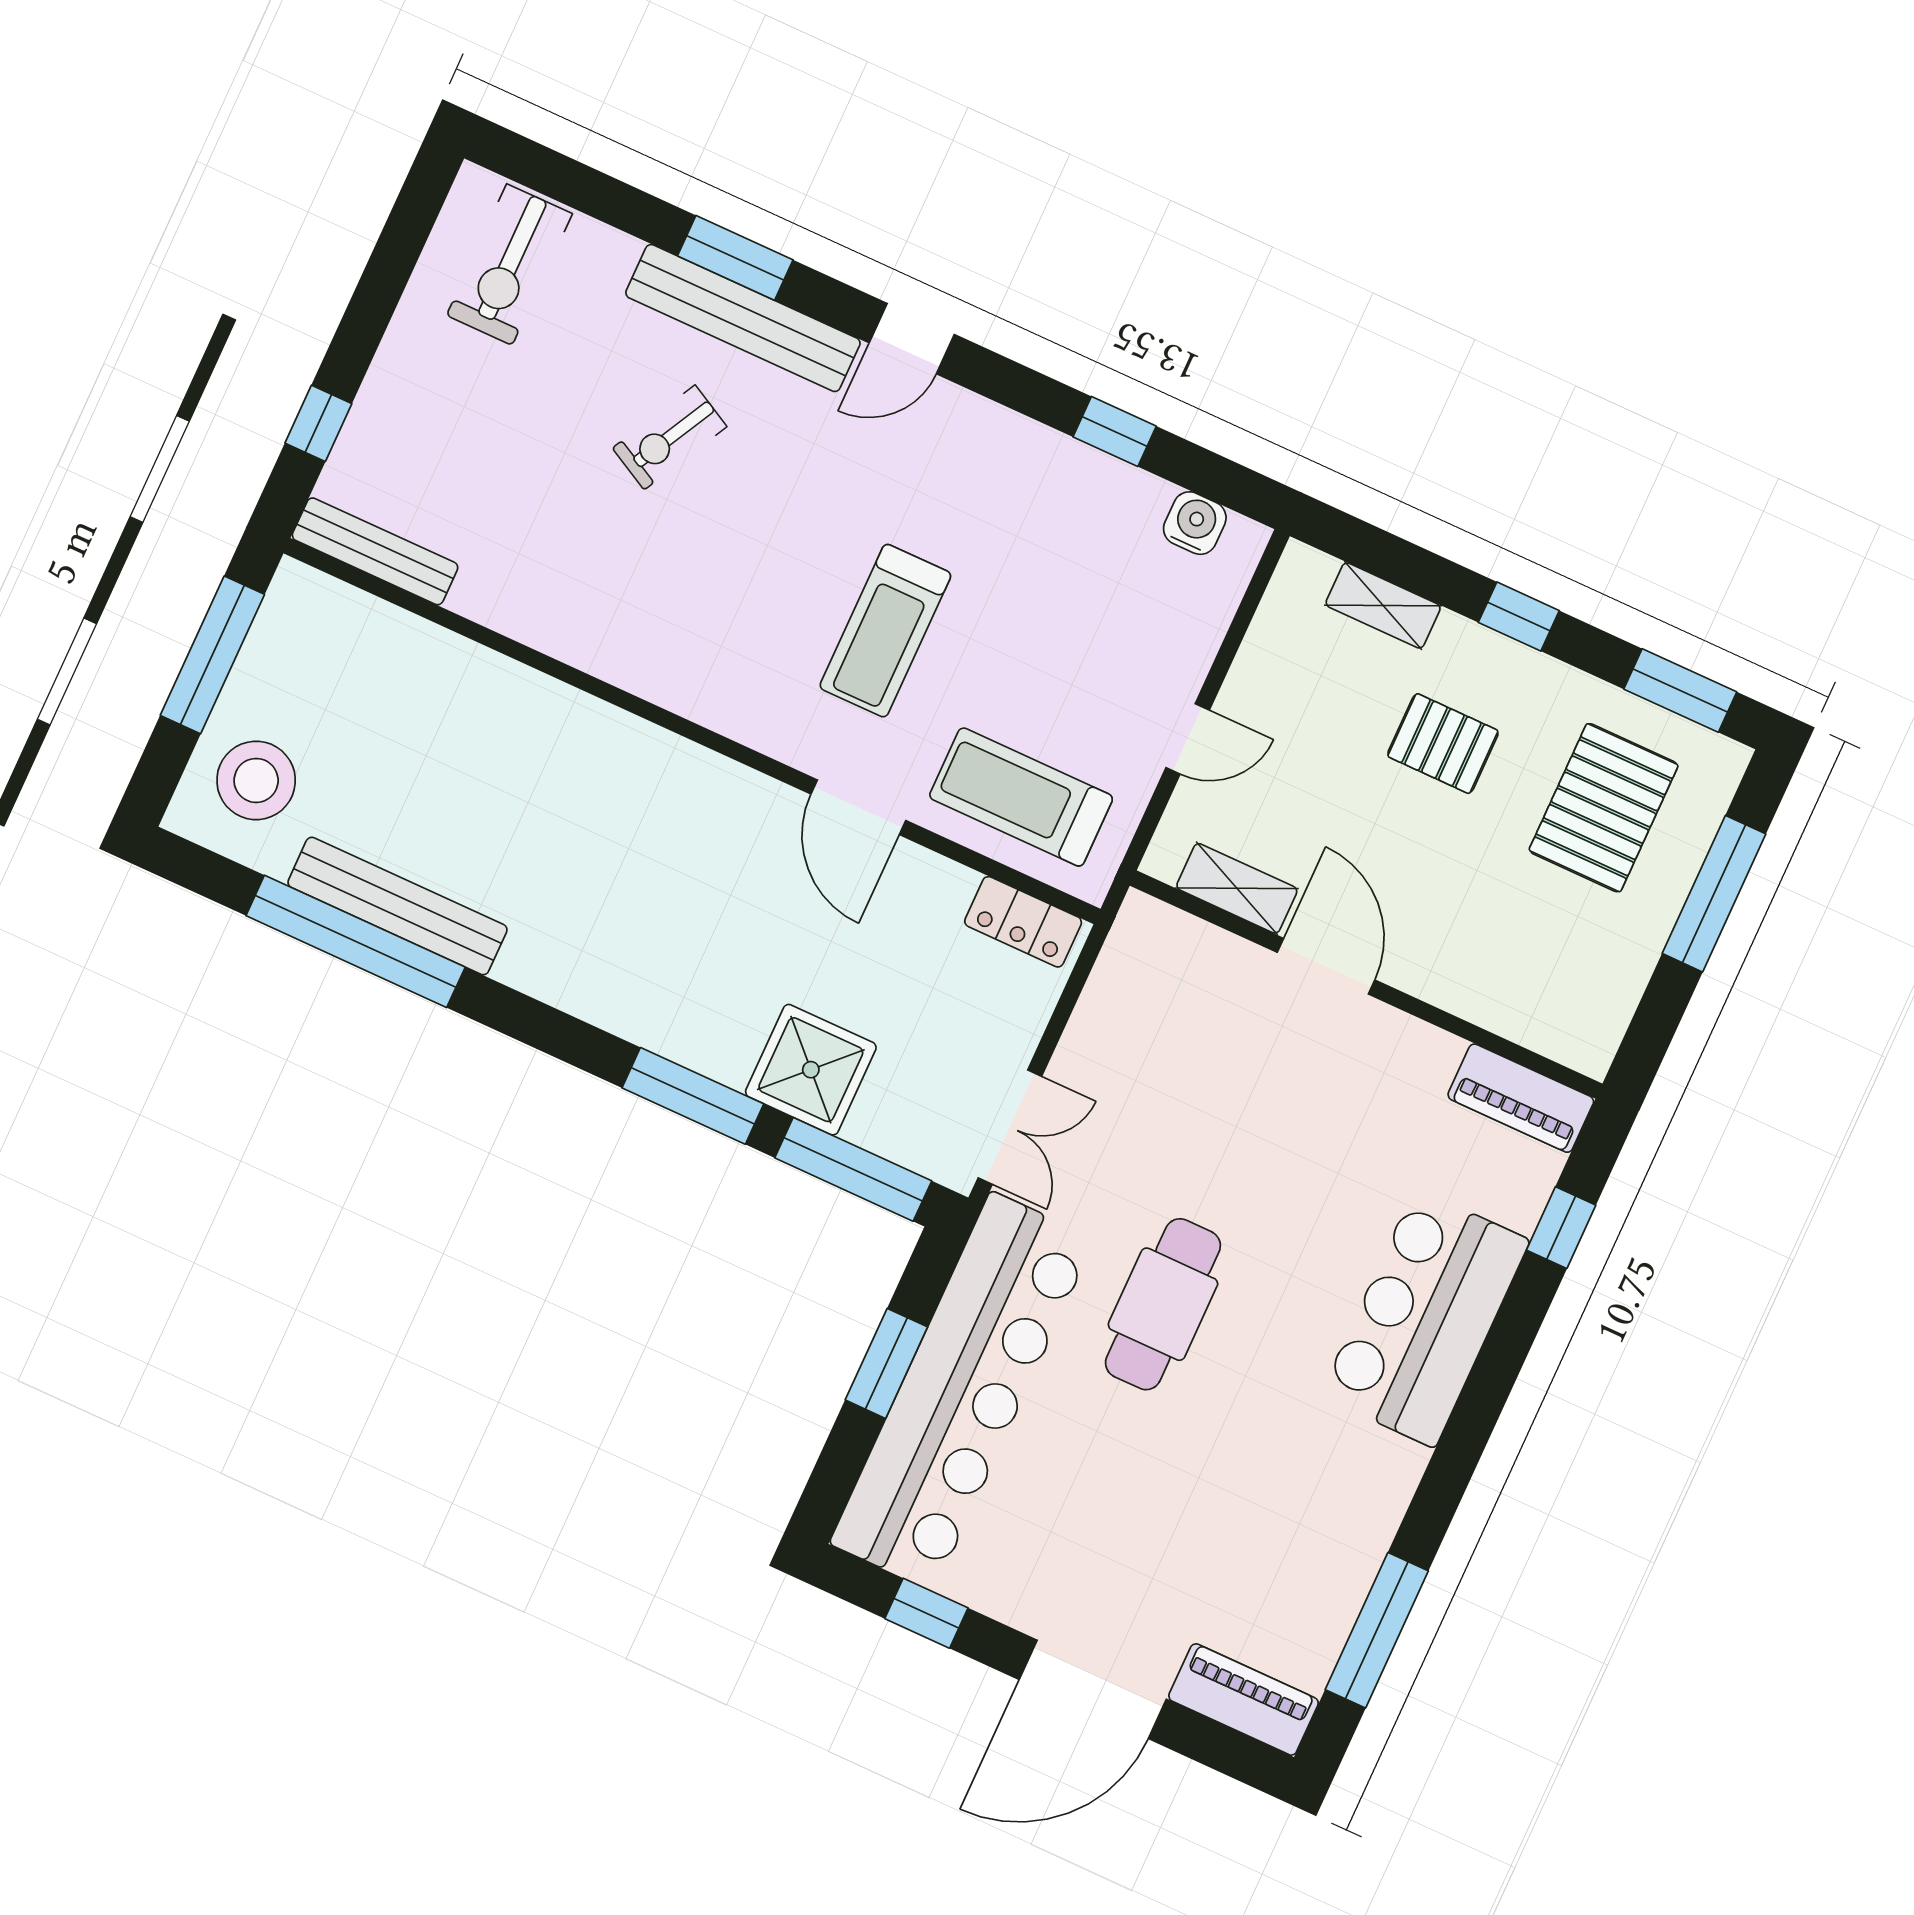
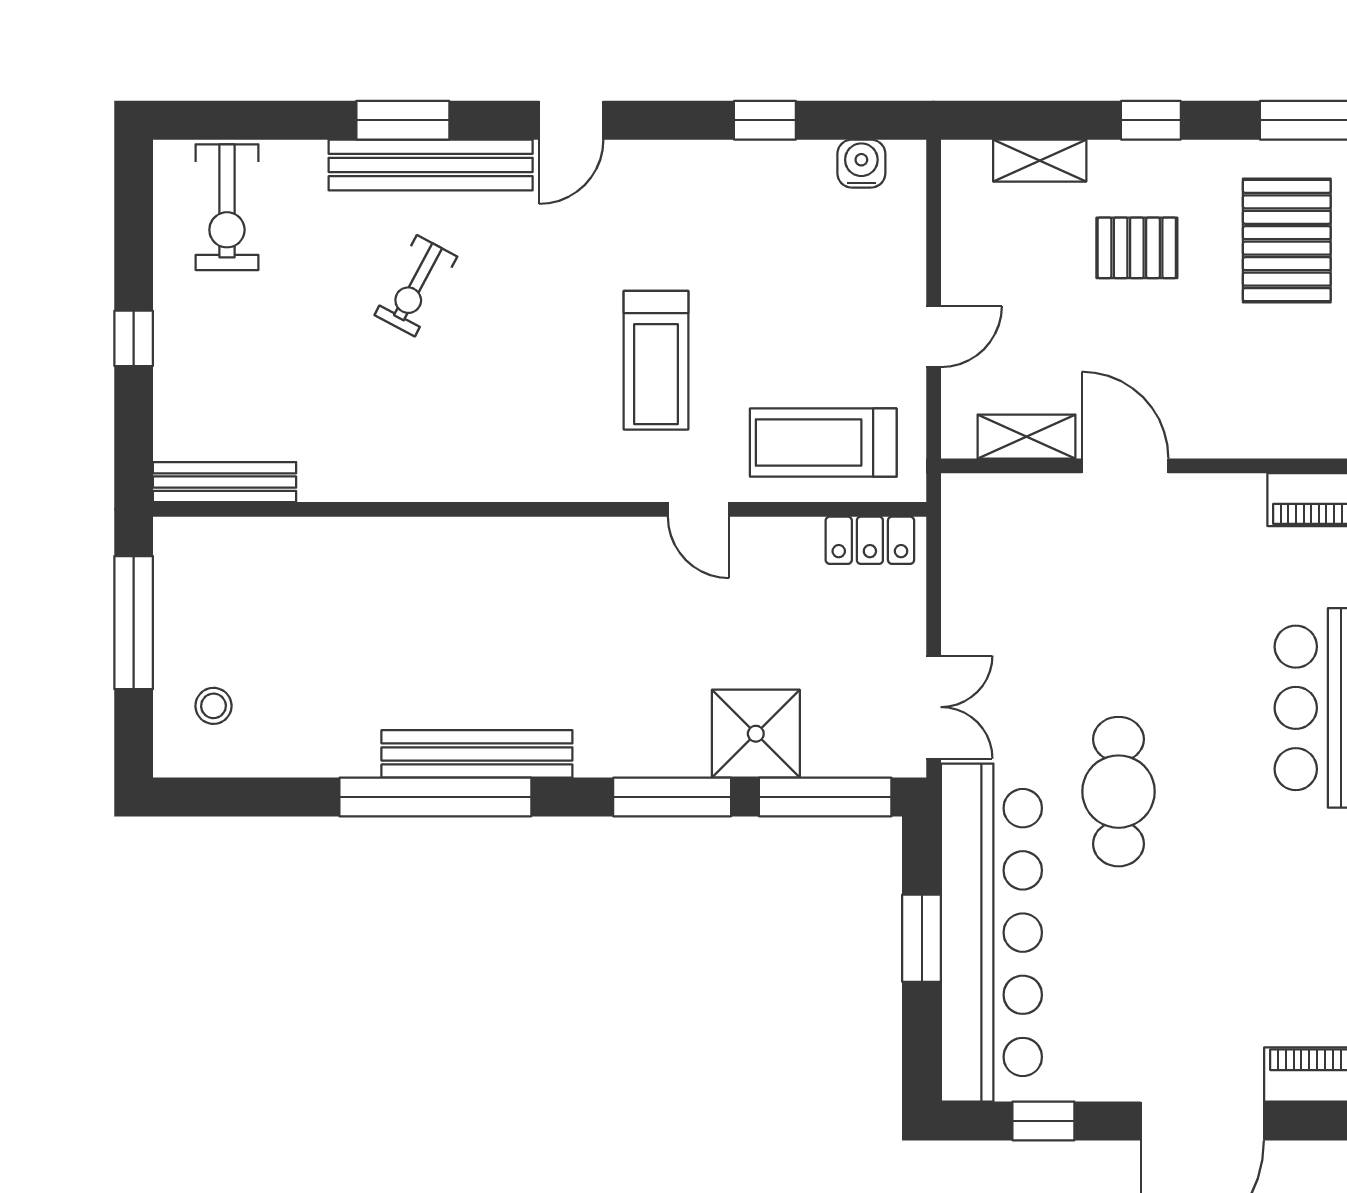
window: (318, 423) -> (134, 338), moved
stool: (256, 780) -> (213, 706), width x0.53, depth x0.53
door: (858, 807) -> (699, 509), width x0.73
bench: (397, 906) -> (477, 754), moved
window: (356, 941) -> (435, 797), moved

